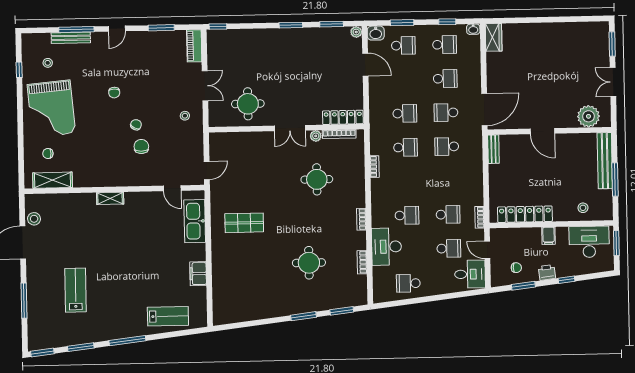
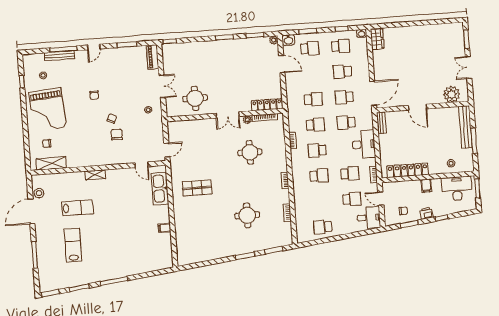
school desk: (445, 79) -> (342, 72), turned 180
school desk: (406, 181) -> (317, 150), added
desk: (386, 247) -> (364, 144), moved, turned 180
filing cabinet: (198, 274) -> (164, 228), width x0.50
lab bench: (168, 316) -> (77, 208), moved

